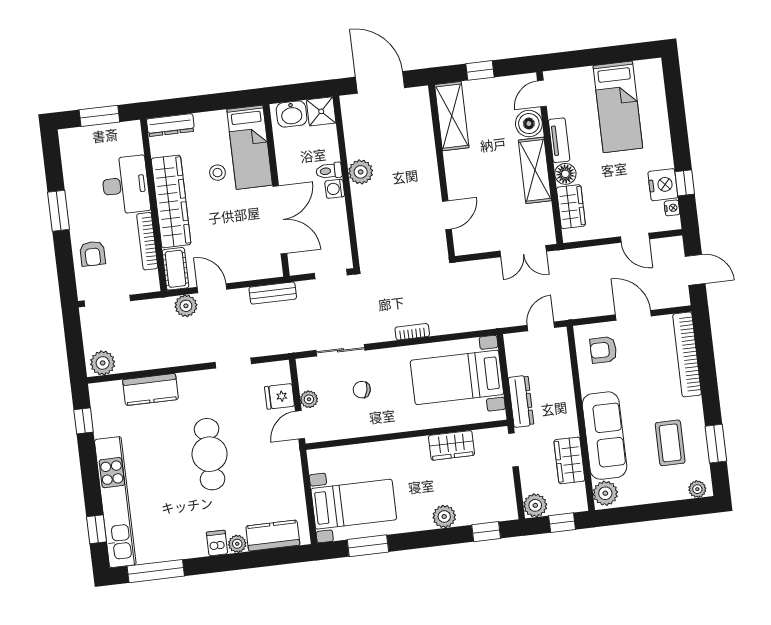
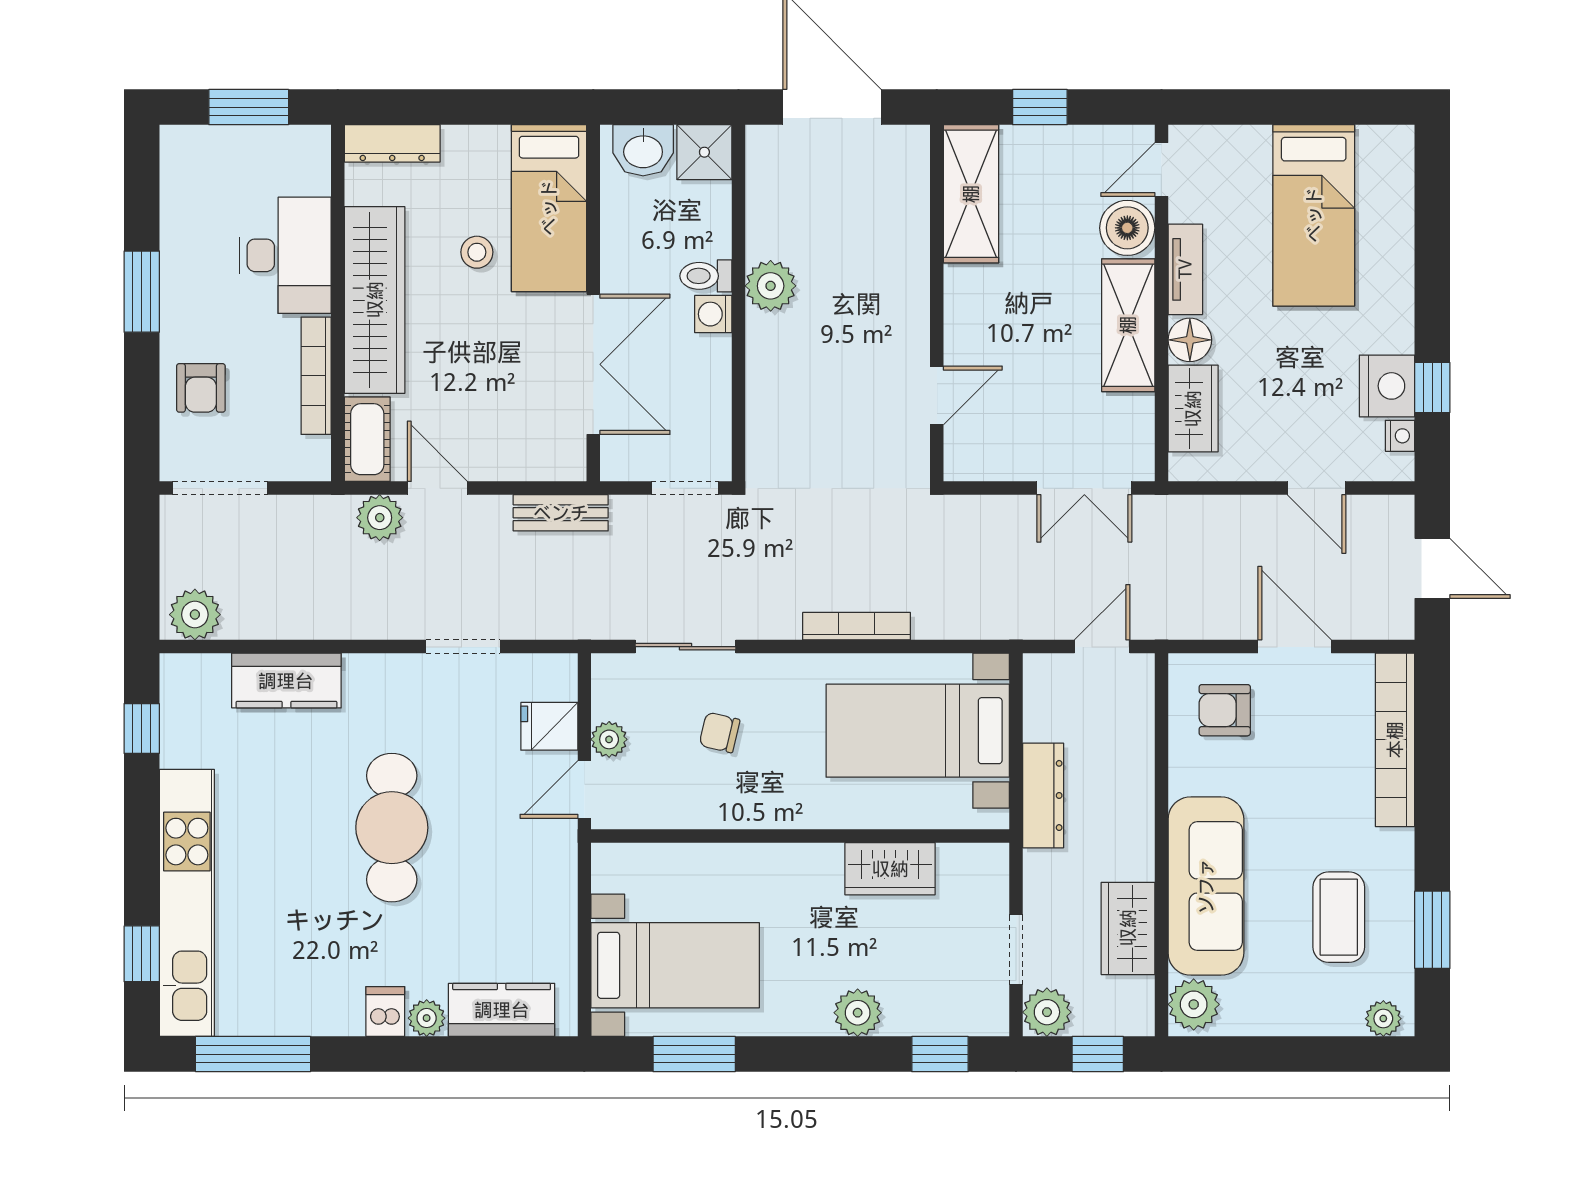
bookcase: (412, 332) -> (857, 626), width x1.56
doorway: (514, 450) -> (1016, 950), moved

